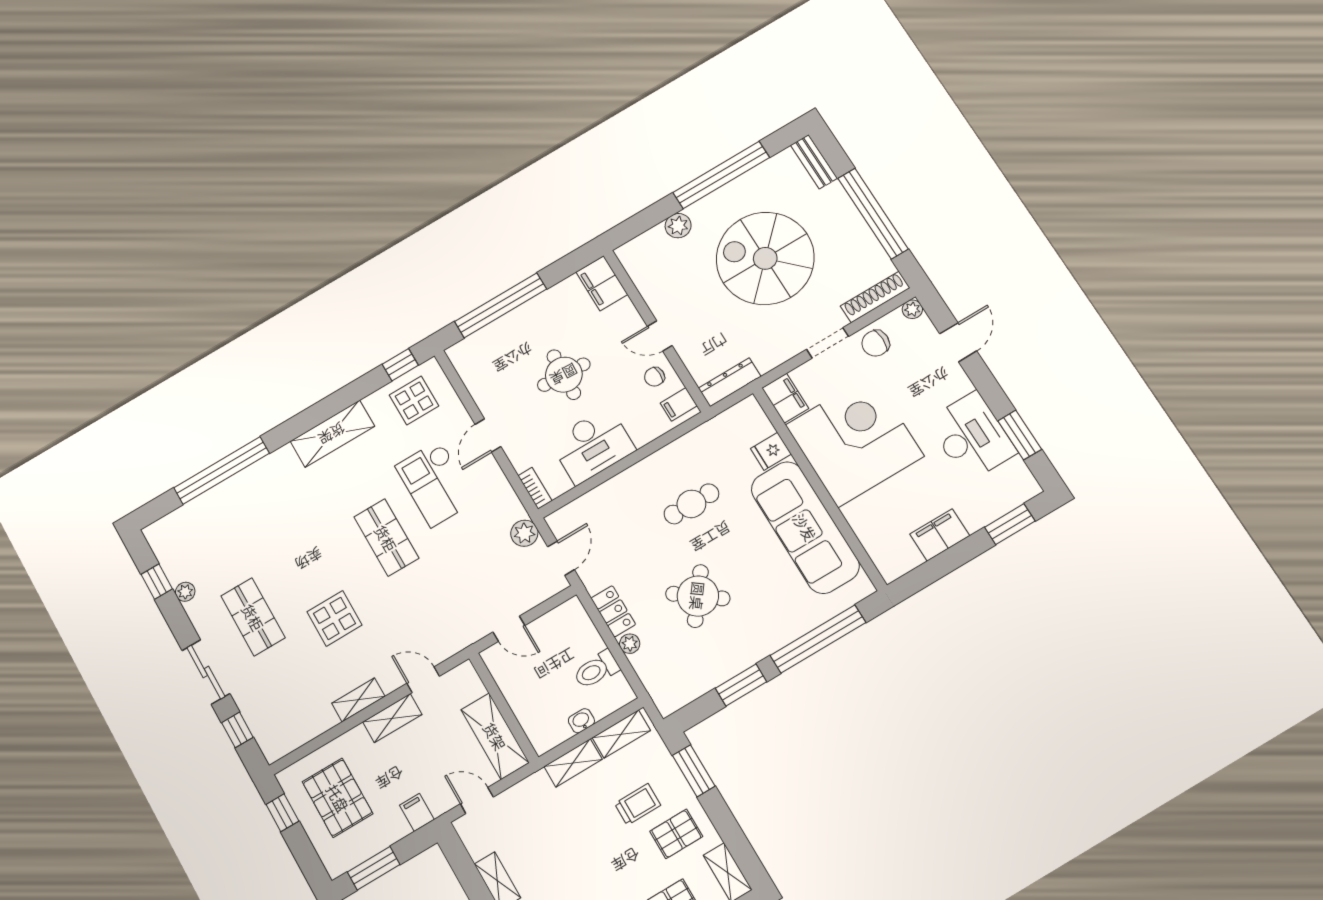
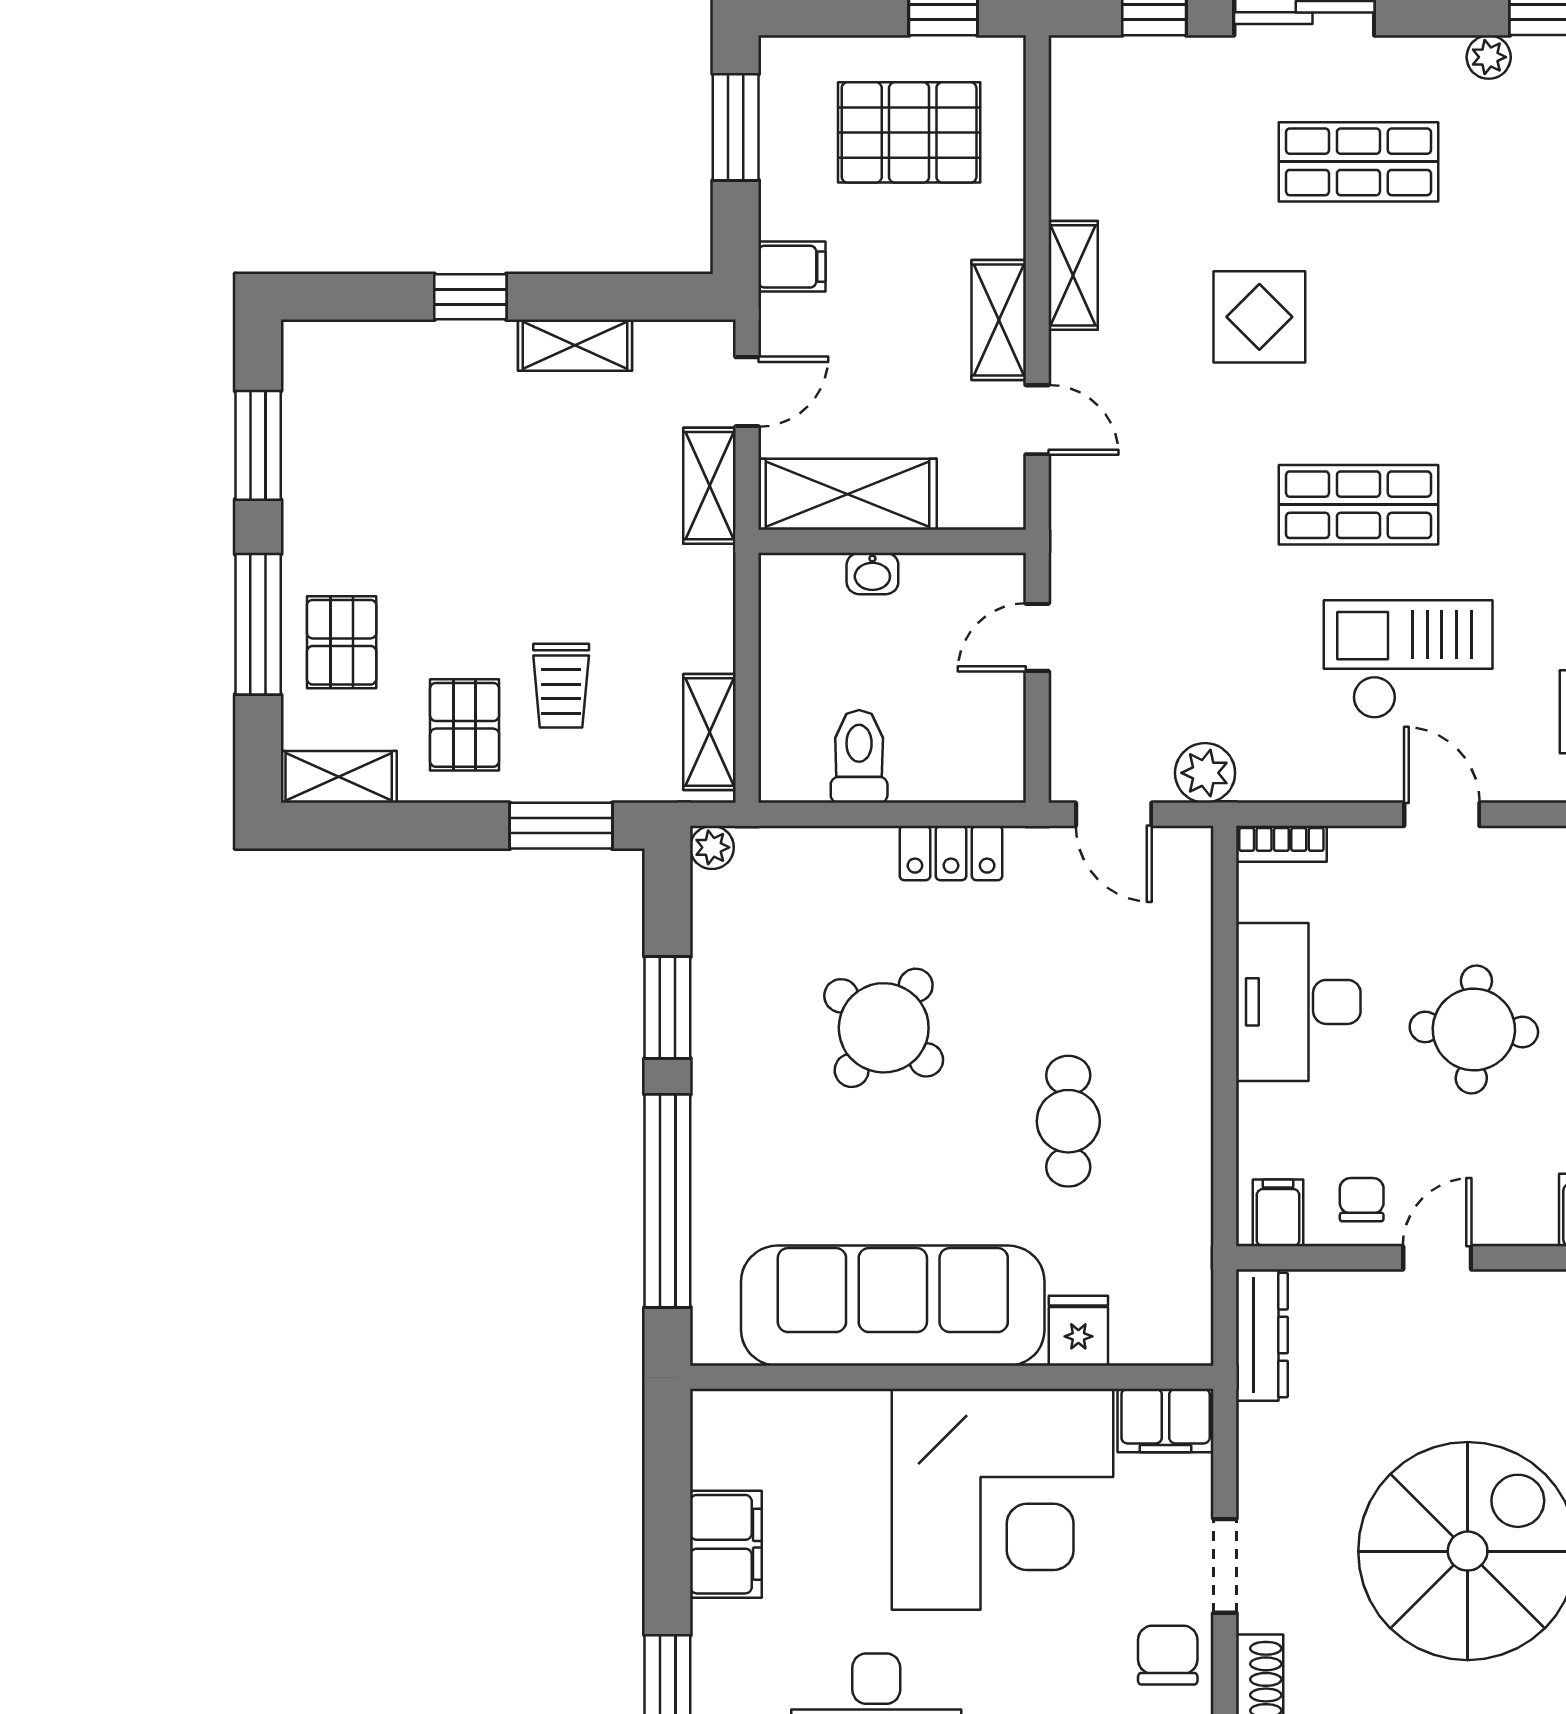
plant: (630, 644) -> (712, 847), moved
door: (423, 680) -> (1037, 420), hinge flipped
washbasin: (581, 721) -> (872, 573), moved, turned 90
shelving: (573, 763) -> (710, 486), moved

